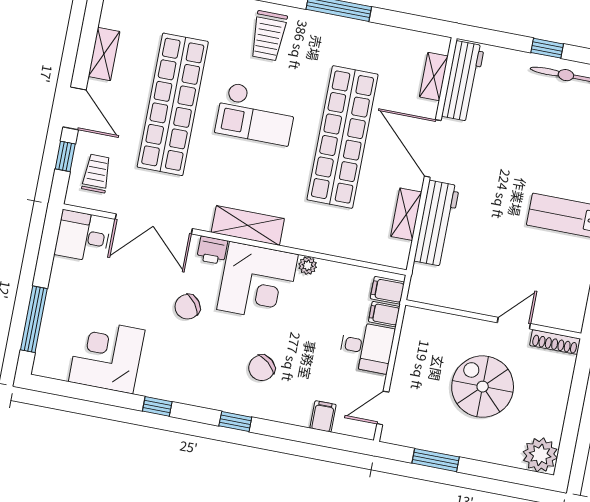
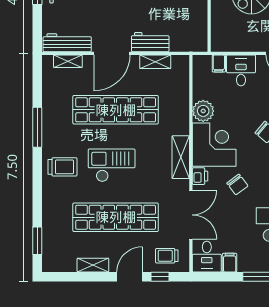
checkout: (256, 114) -> (112, 165), turned -90
workbench: (437, 223) -> (150, 42), width x0.73
plant: (308, 266) -> (203, 111), width x1.88, depth x1.88
filing cabinet: (387, 290) -> (230, 263), moved, turned 180

